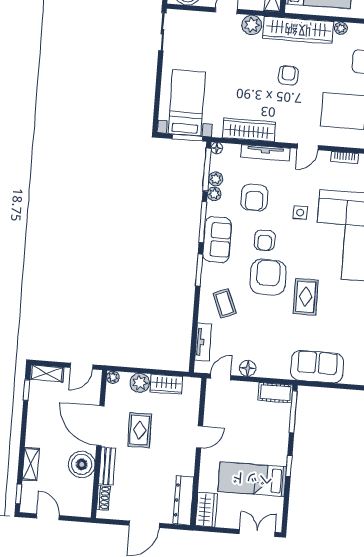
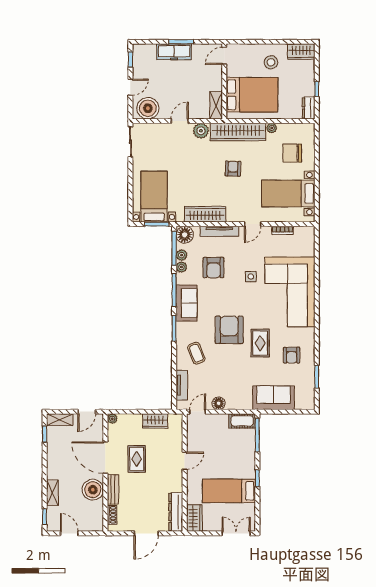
floor lamp: (217, 148) -> (185, 235), width x1.89, depth x1.89
armchair: (265, 240) -> (292, 355), moved
plant: (140, 383) -> (134, 421), removed

